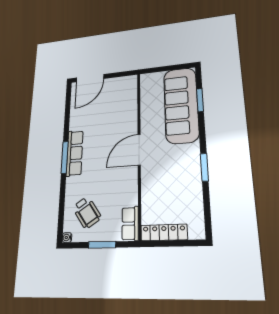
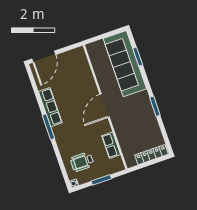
row of seats: (75, 153) -> (50, 107), moved
wheelchair: (87, 212) -> (82, 162), turned 124
row of seats: (130, 223) -> (111, 145), moved
locker: (164, 232) -> (152, 155), moved

